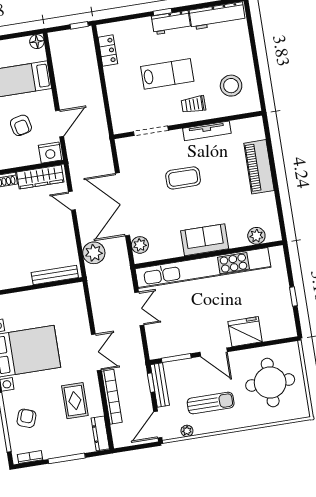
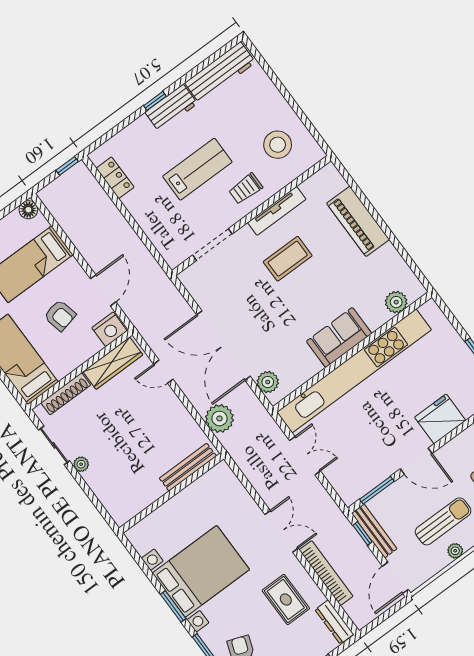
coffee table: (183, 178) -> (288, 259), moved
plant: (187, 431) -> (455, 551), moved

